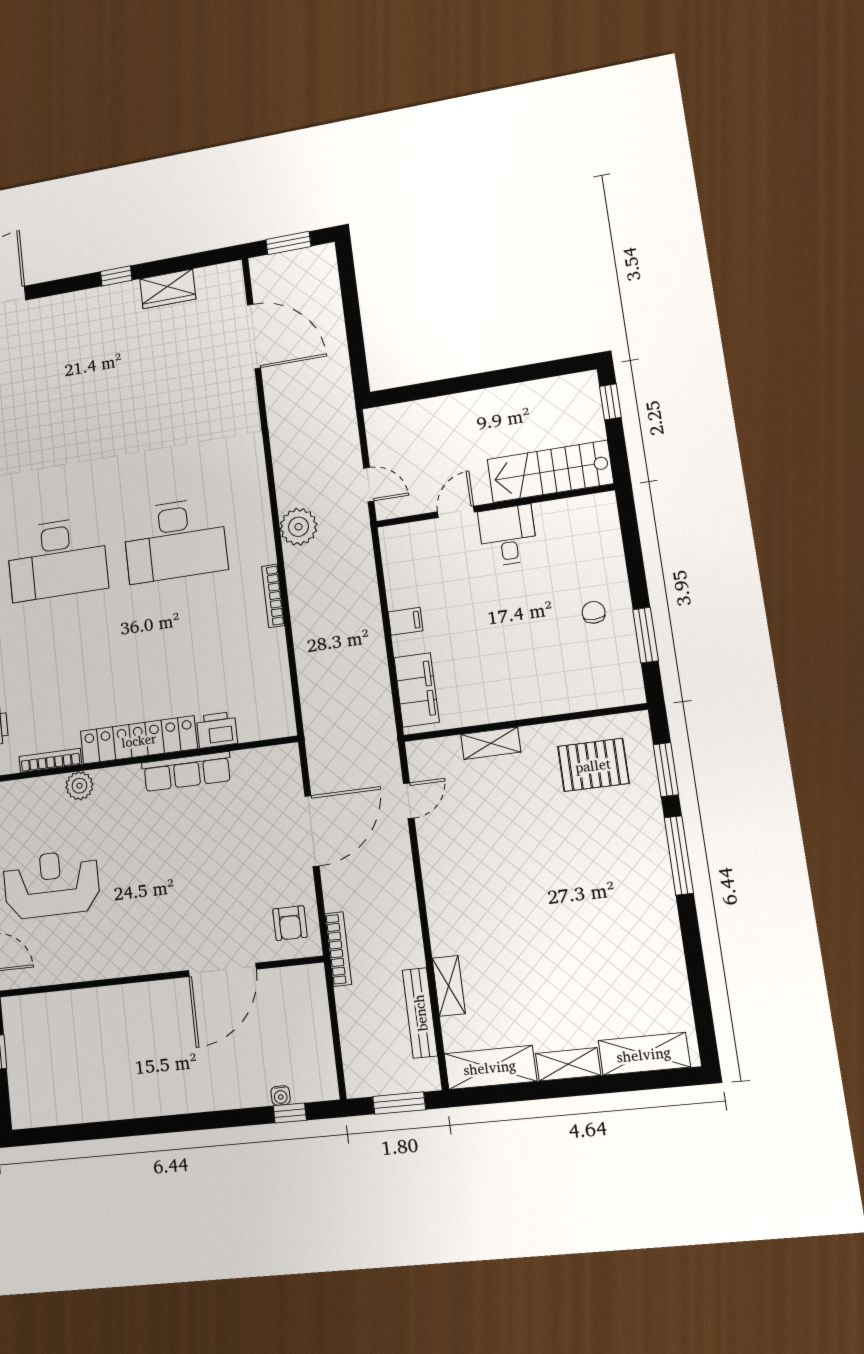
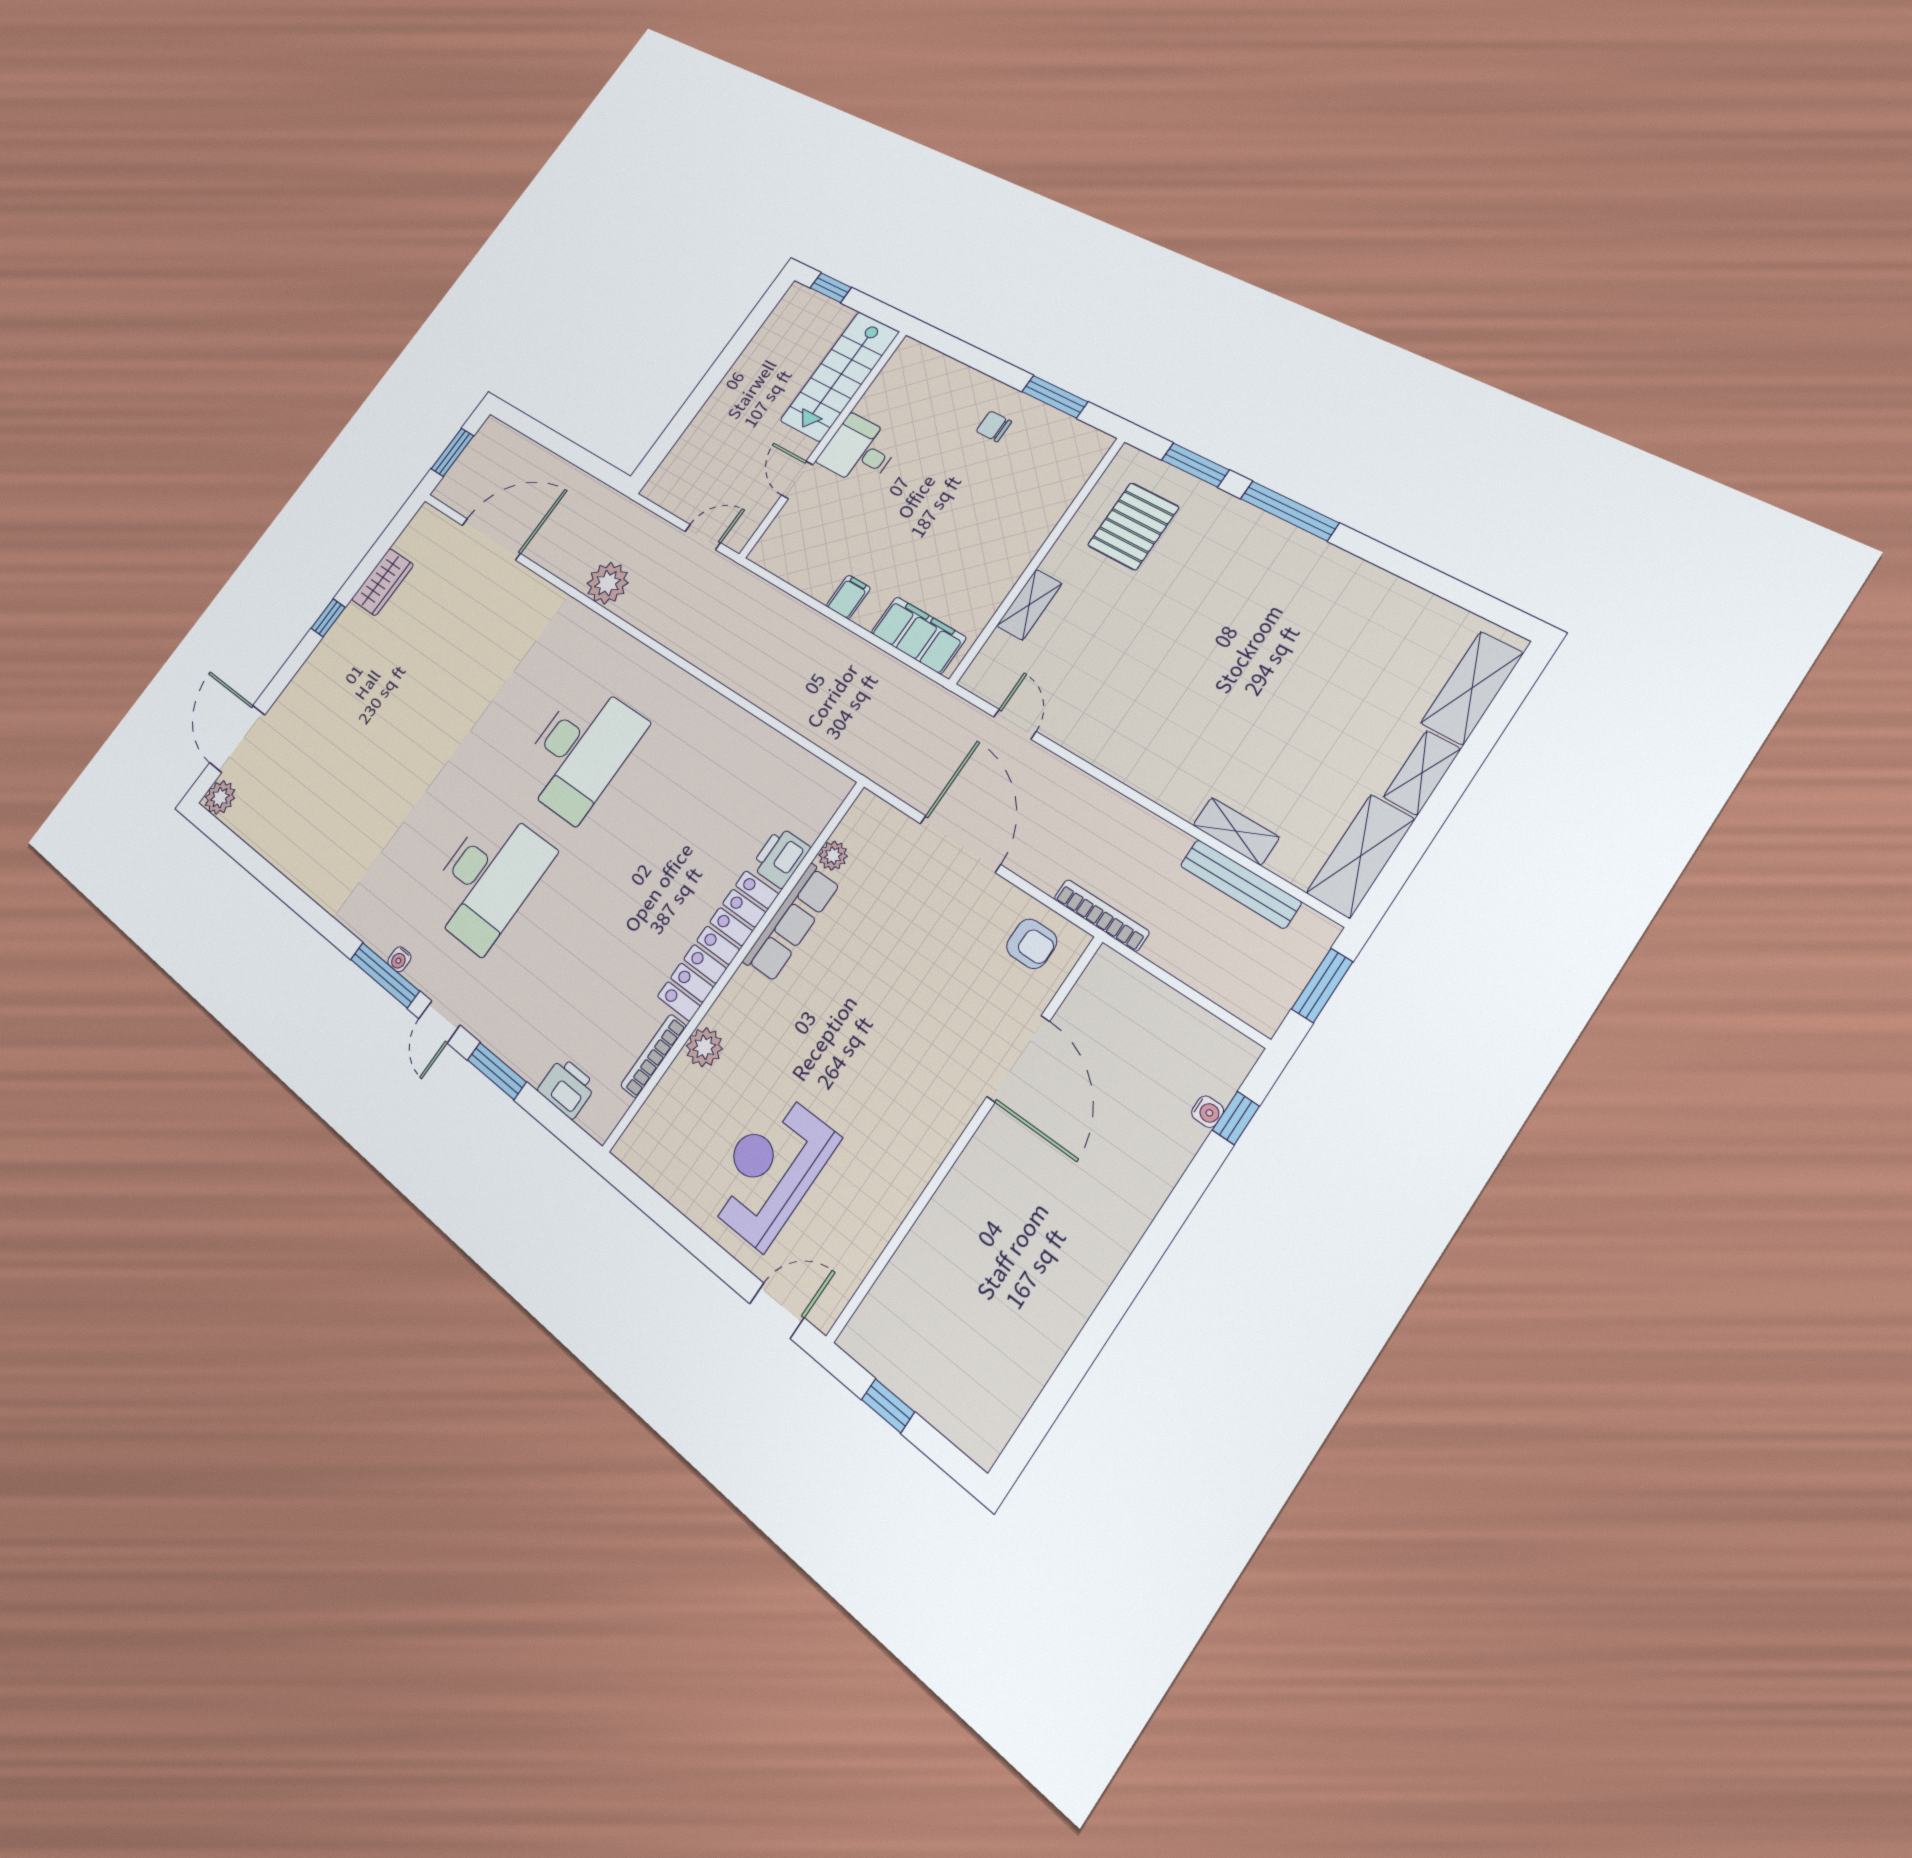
plant: (298, 527) -> (608, 583), moved
bookcase: (273, 596) -> (713, 700), removed
plant: (244, 761) -> (833, 856), added

